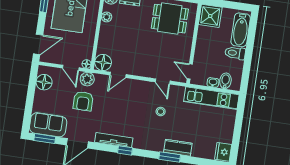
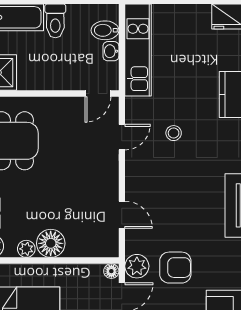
floor lamp: (103, 63) -> (51, 243), moved

